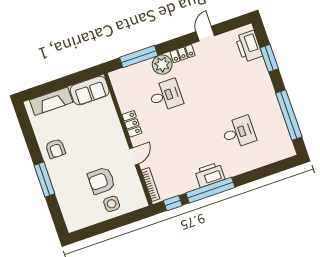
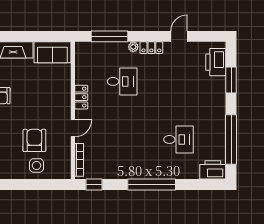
plant: (162, 65) -> (133, 47), width x0.53, depth x0.53
printer: (210, 175) -> (213, 170), moved
armchair: (101, 181) -> (34, 140), turned 90
window: (210, 190) -> (152, 184), moved

